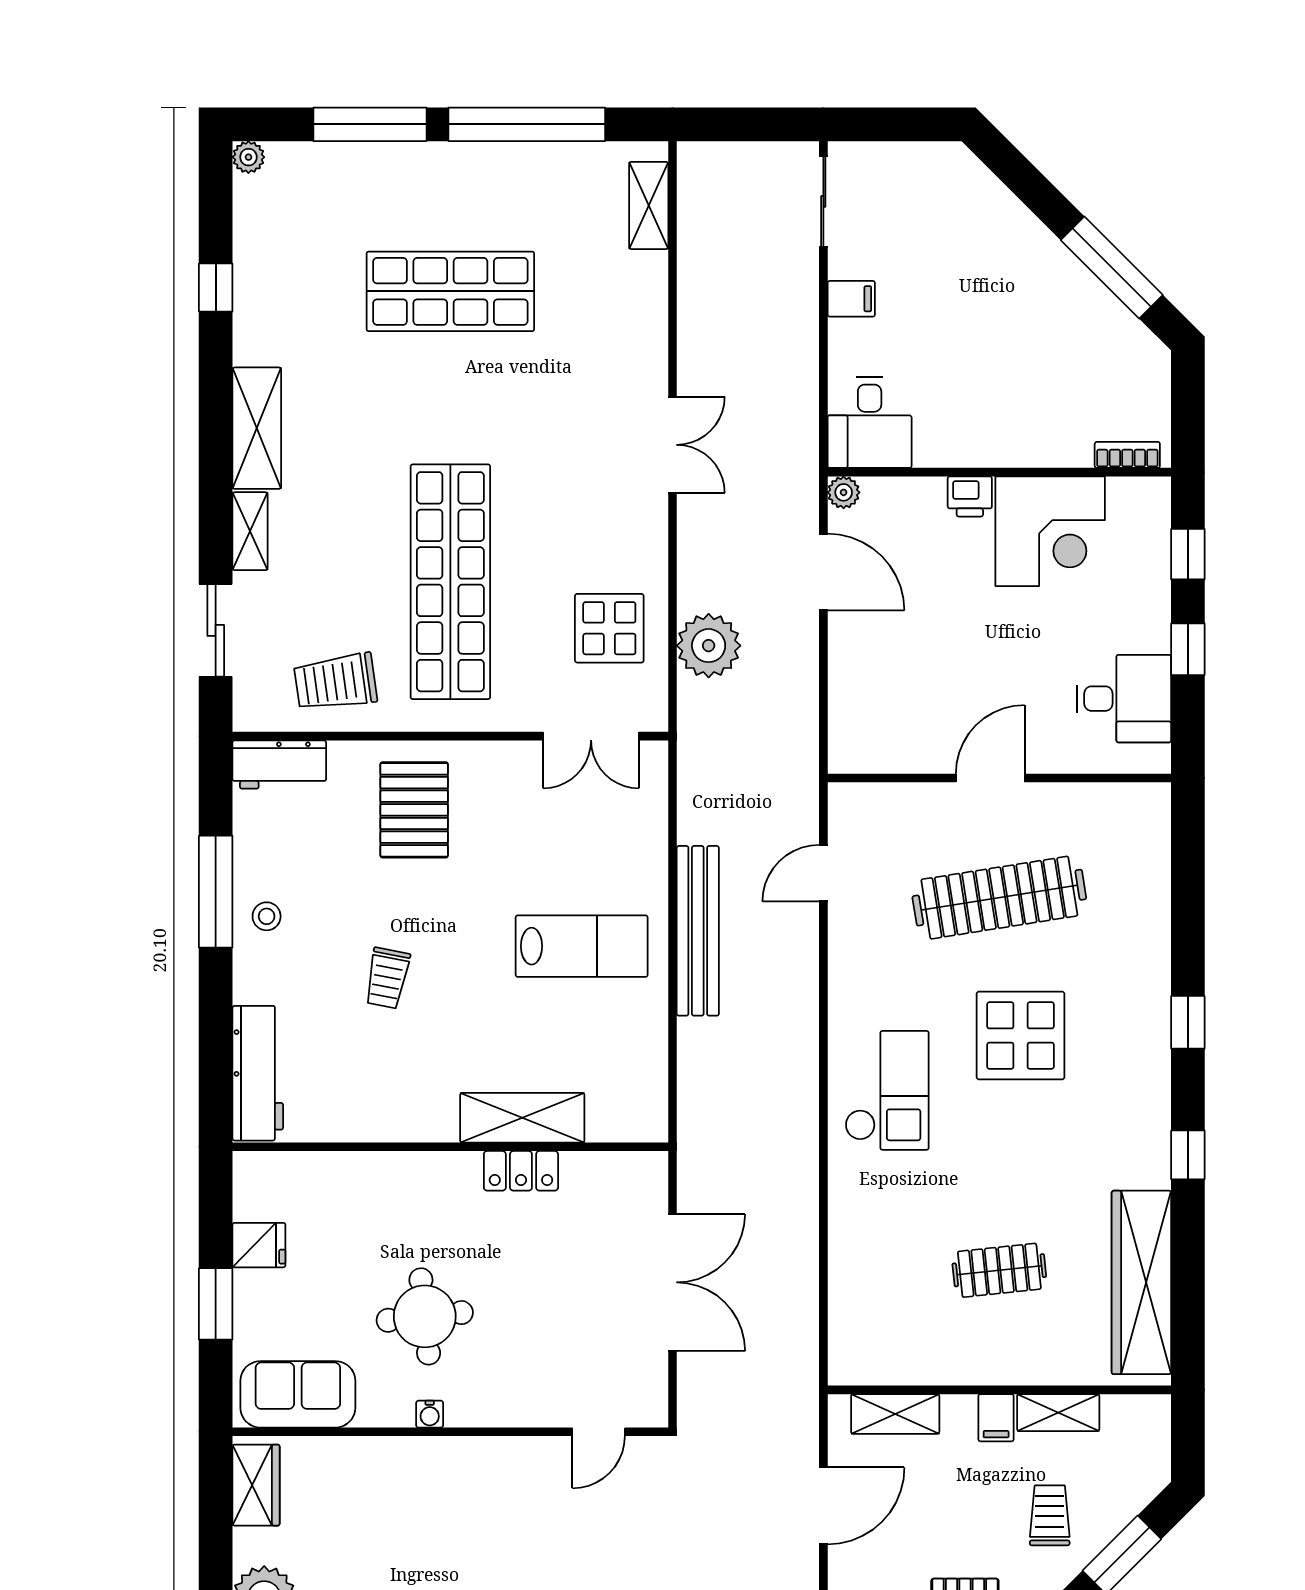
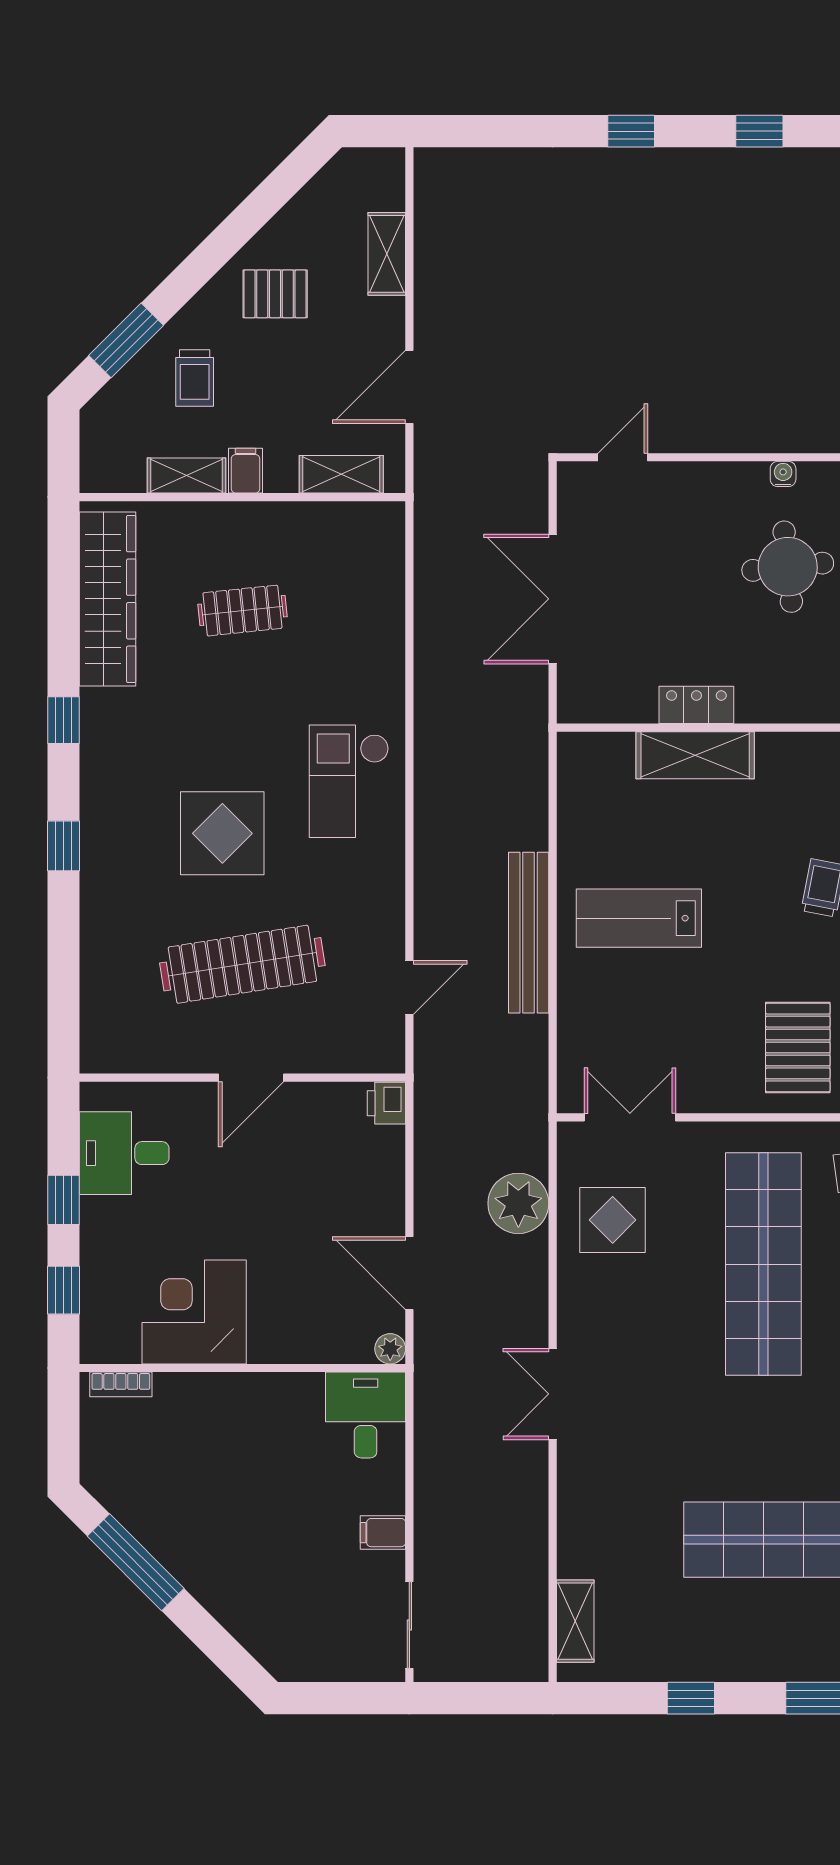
window: (527, 124) -> (691, 1698), width x0.32
printer: (970, 496) -> (386, 1103), moved, turned -90

